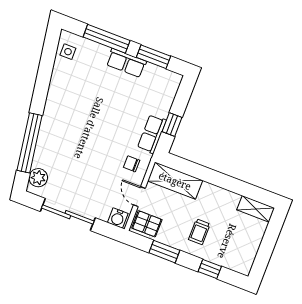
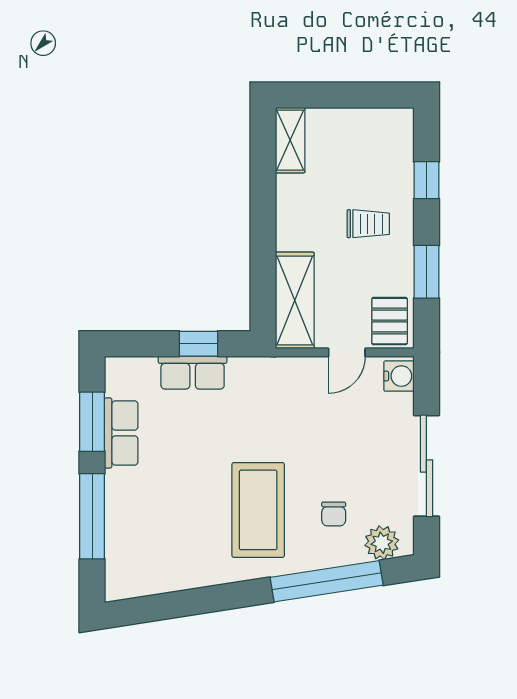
side table: (68, 52) -> (141, 575), removed
row of seats: (126, 63) -> (121, 433), moved
coffee table: (78, 122) -> (258, 510), added
row of seats: (152, 134) -> (193, 373), moved
chair: (132, 164) -> (334, 514), moved

